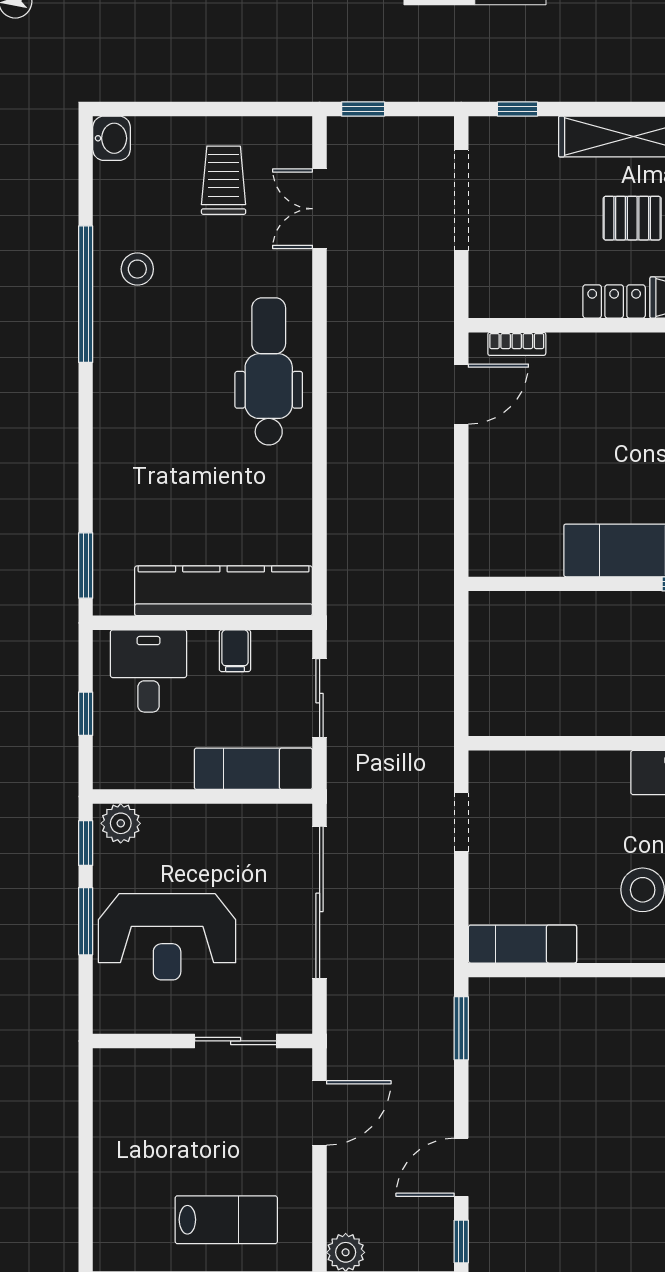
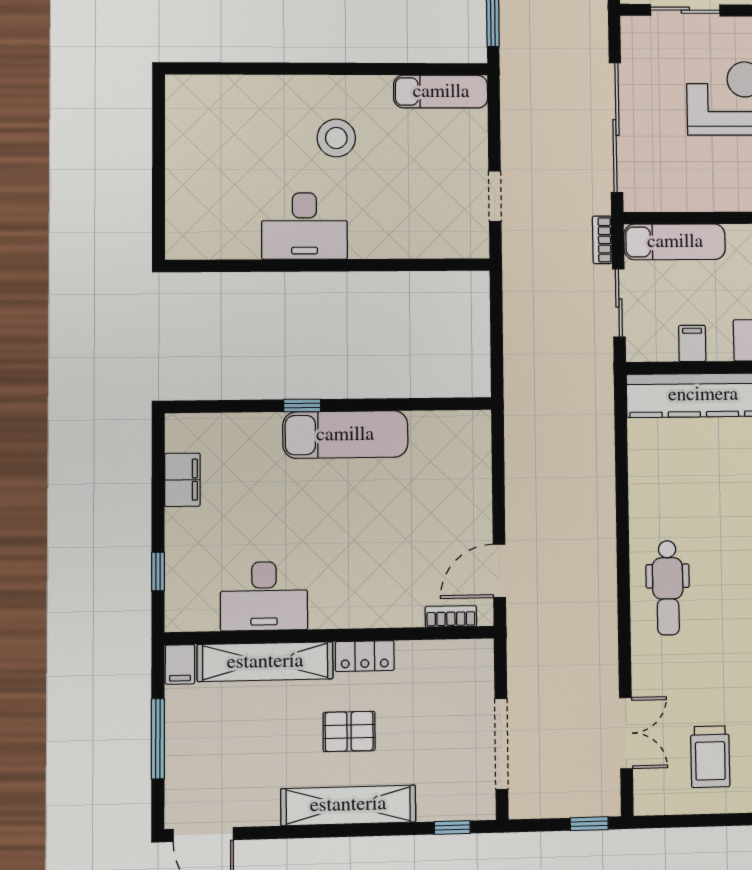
dental chair: (269, 371) -> (668, 588), width x0.73, depth x0.72
bookcase: (338, 771) -> (602, 240), added

